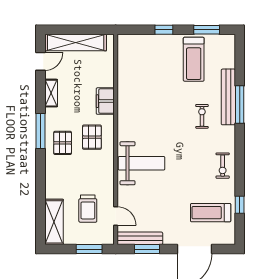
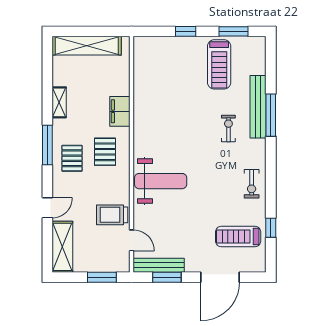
door: (41, 61) -> (47, 208), moved
trolley: (88, 209) -> (112, 215), moved, turned 90

